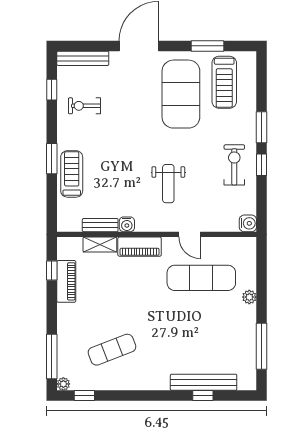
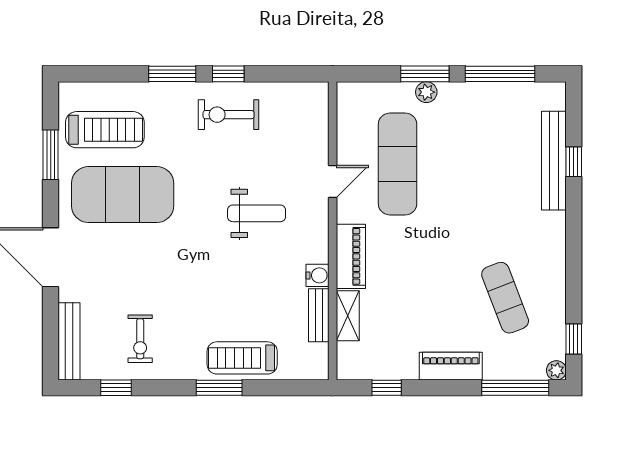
water cooler: (248, 223) -> (316, 94), removed
piano: (66, 281) -> (451, 366), moved
window: (262, 296) -> (425, 74), added

